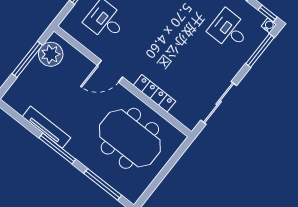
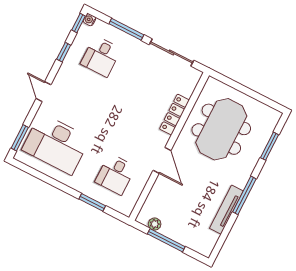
window: (260, 51) -> (126, 29), moved
plant: (51, 54) -> (155, 224), width x0.53, depth x0.53
window: (103, 184) -> (270, 146), width x0.69

